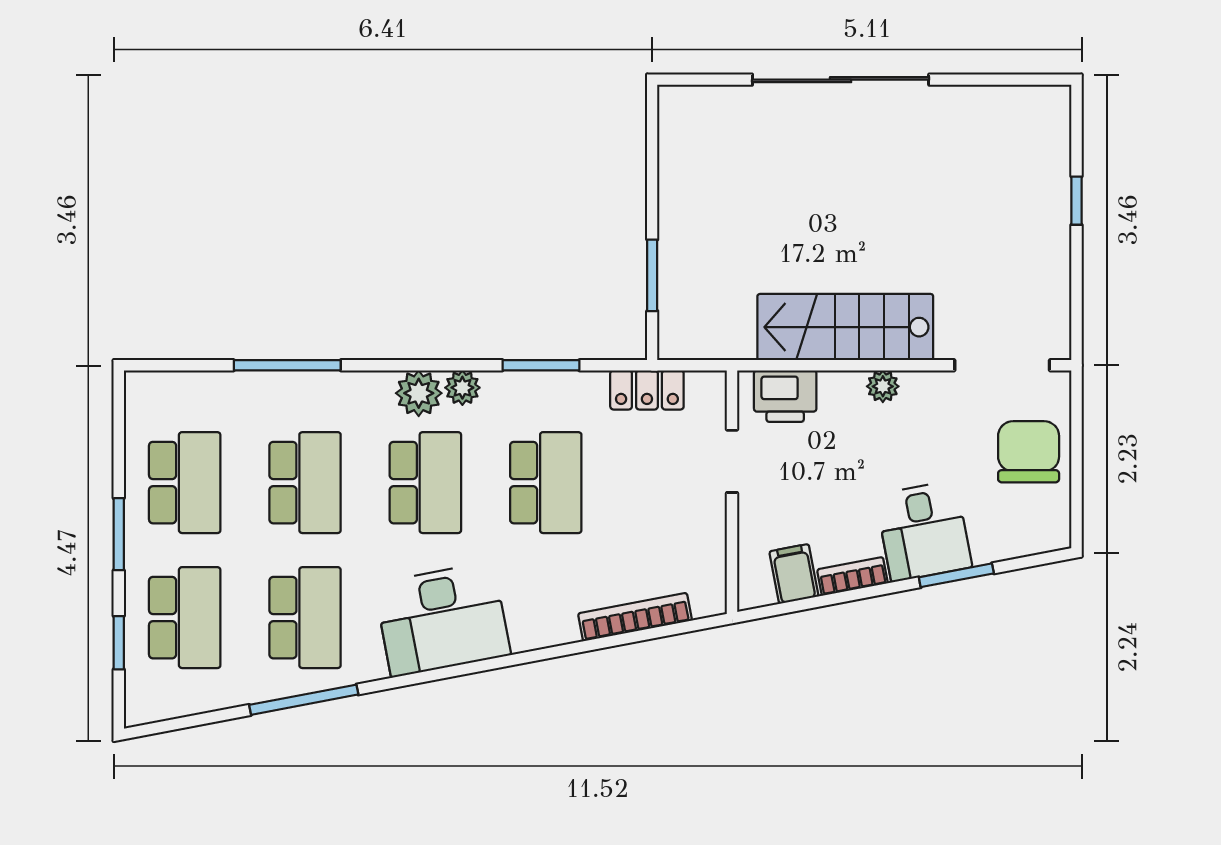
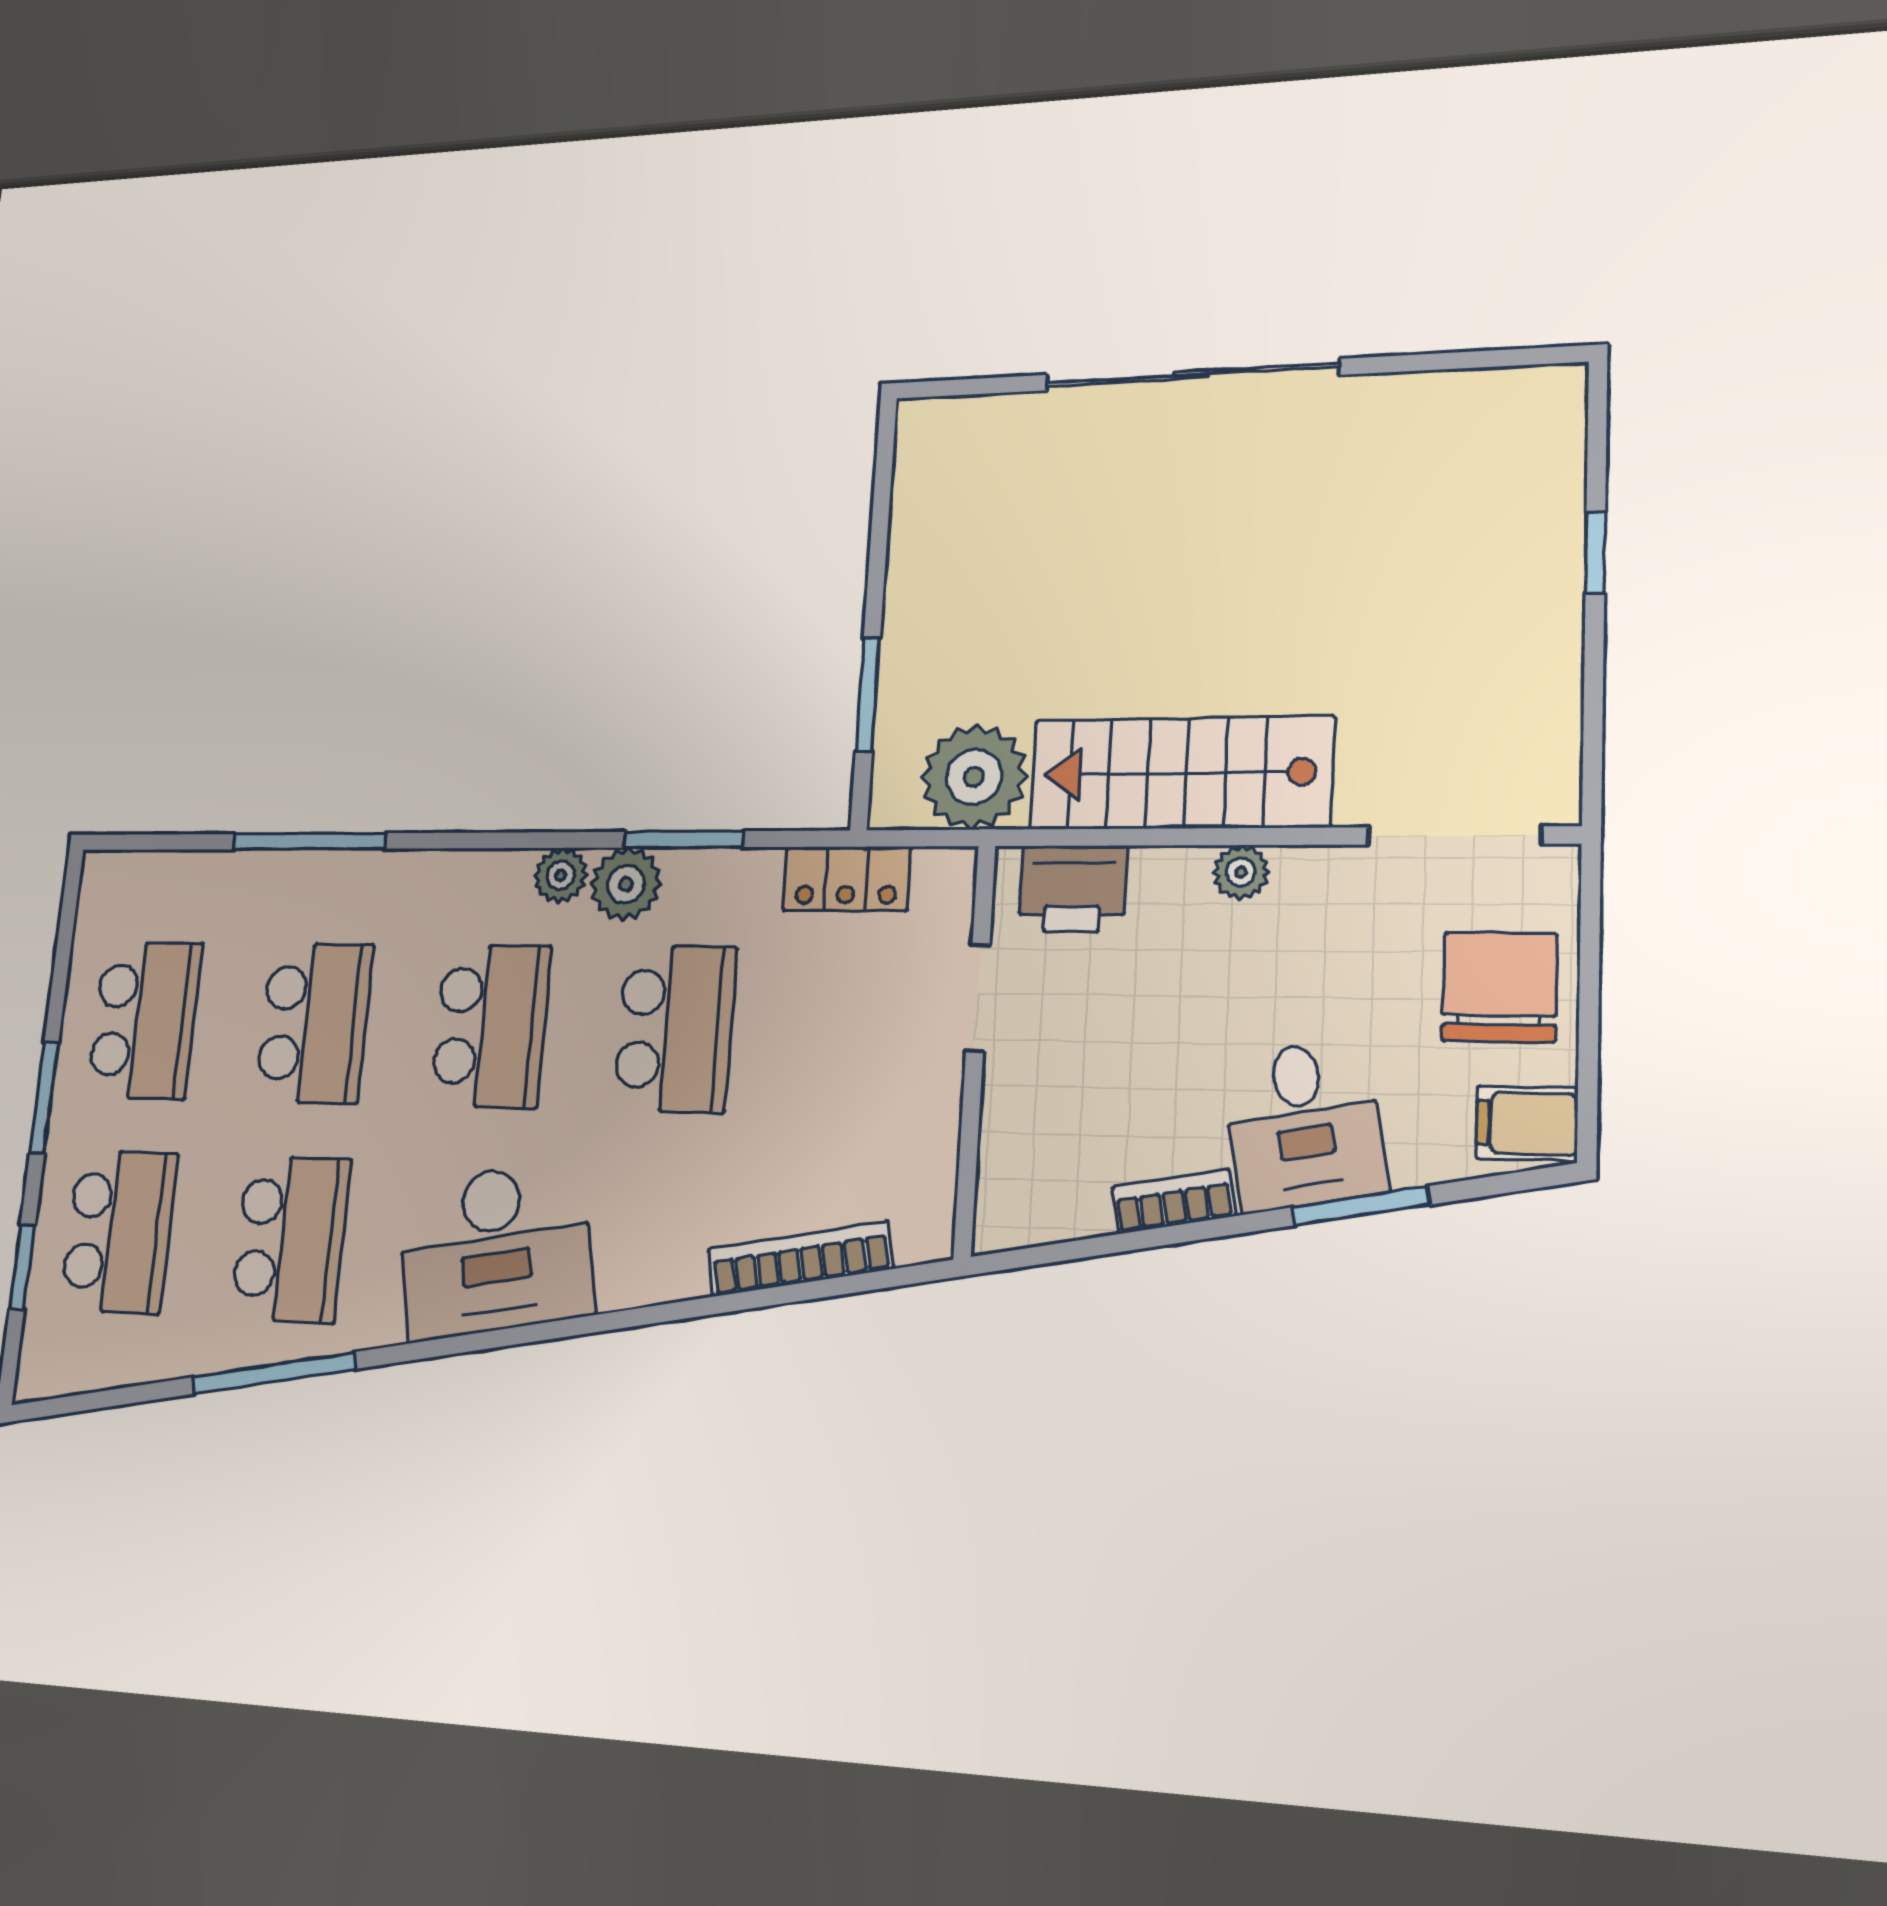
plant: (722, 328) -> (974, 777), added
plant: (419, 393) -> (626, 884), moved
filing cabinet: (794, 574) -> (1527, 1124), moved, turned -79

